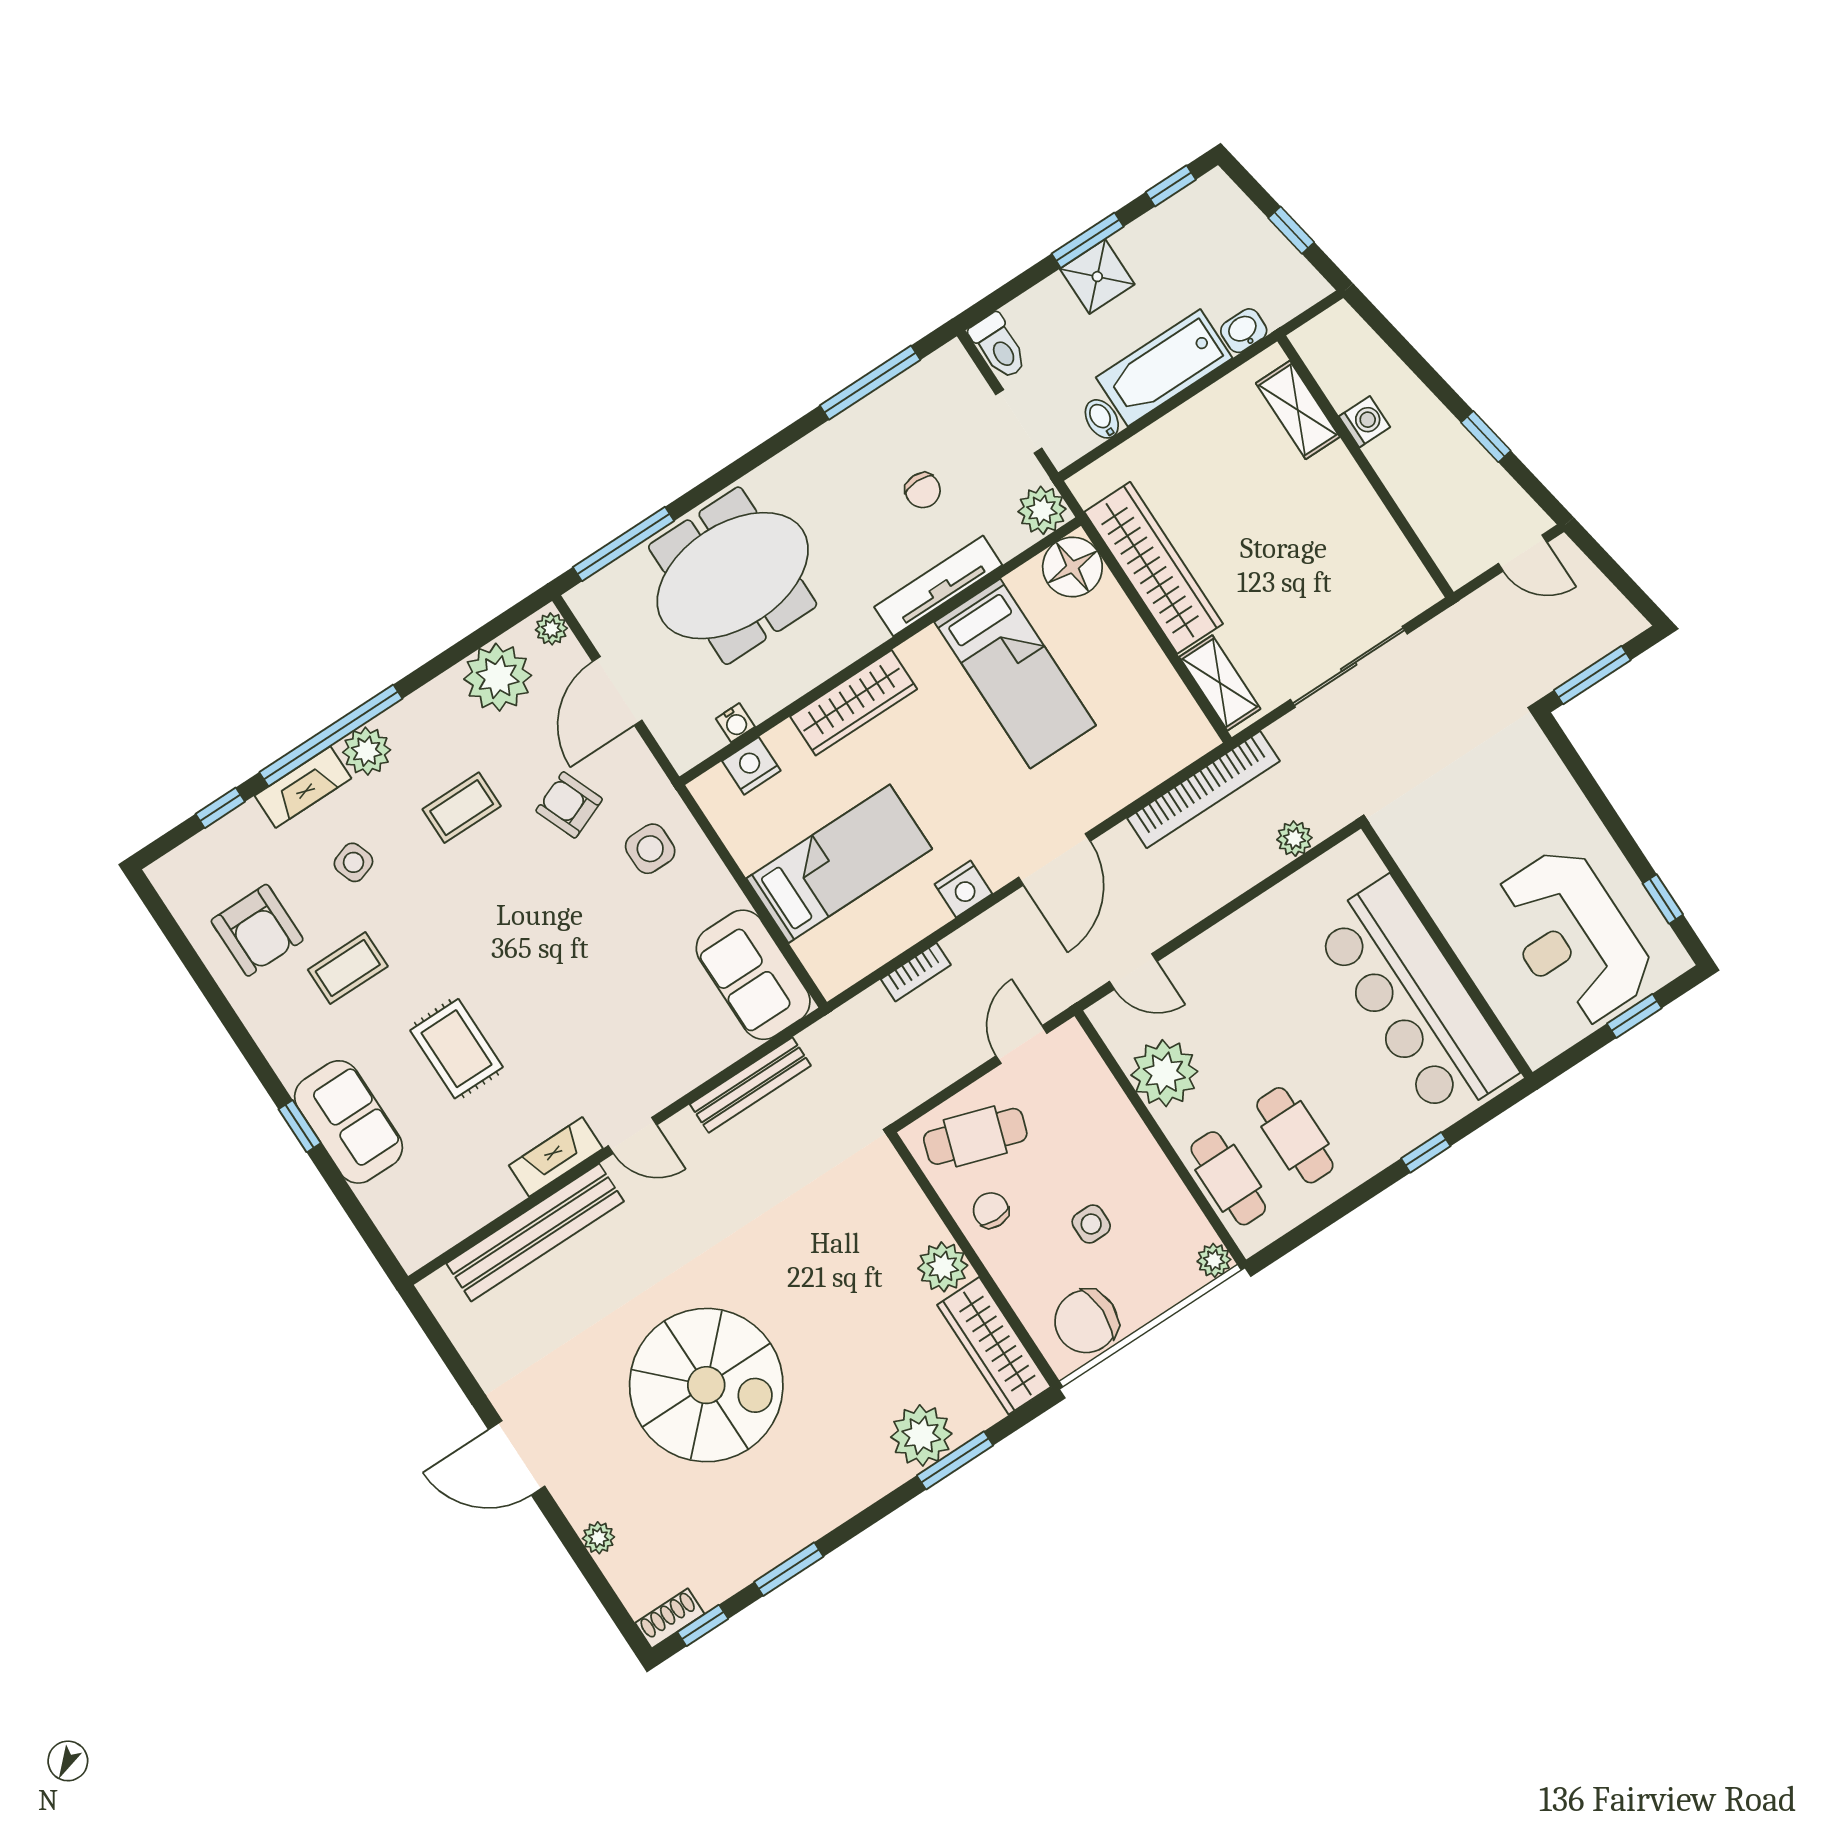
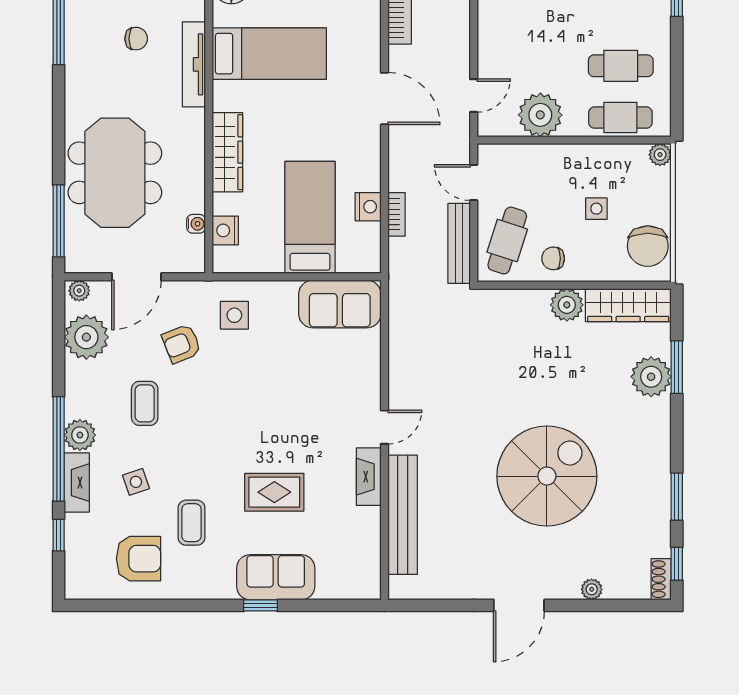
door: (617, 691) -> (137, 277), hinge flipped
nightstand: (963, 889) -> (368, 207), moved
bench: (750, 1085) -> (459, 243), moved

